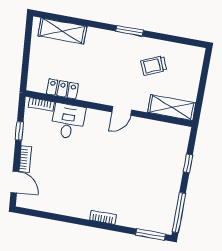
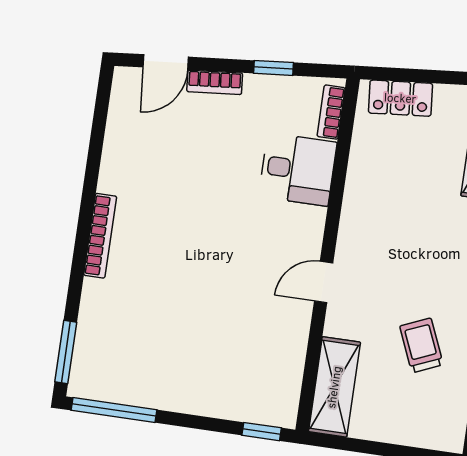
locker: (62, 89) -> (400, 98), moved, turned 85
door: (122, 111) -> (324, 282), hinge flipped
window: (188, 163) -> (262, 432), moved
bookcase: (103, 217) -> (100, 236), width x1.56

